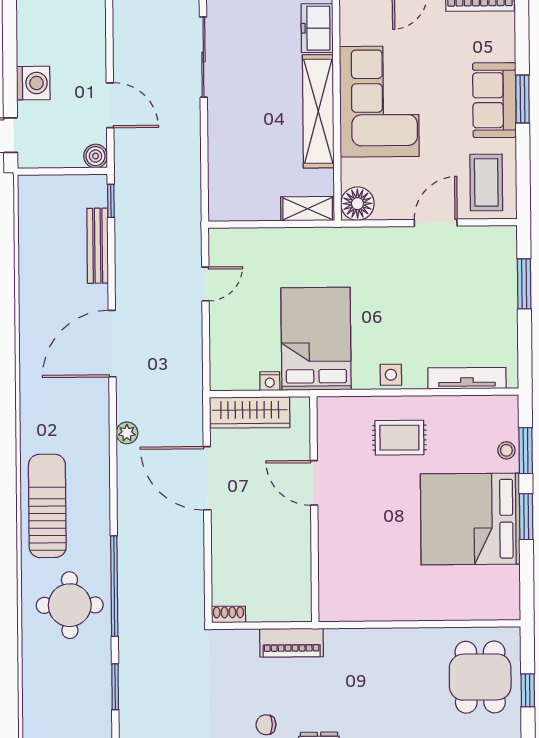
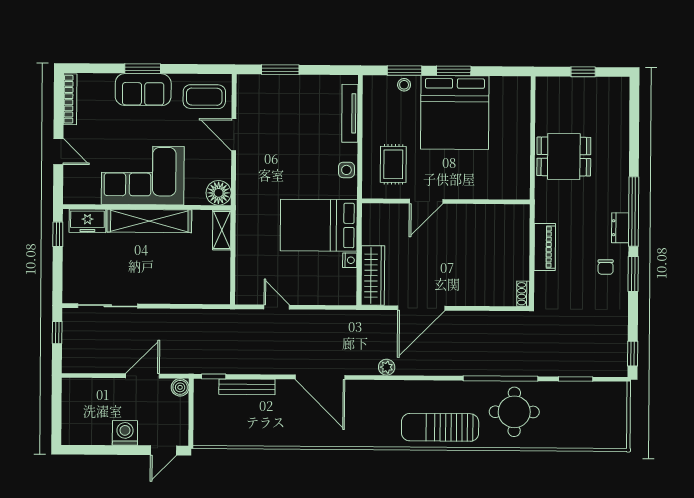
door: (314, 483) -> (426, 201), moved
wall: (314, 509) -> (446, 201), moved
dining table: (480, 677) -> (564, 156), moved

